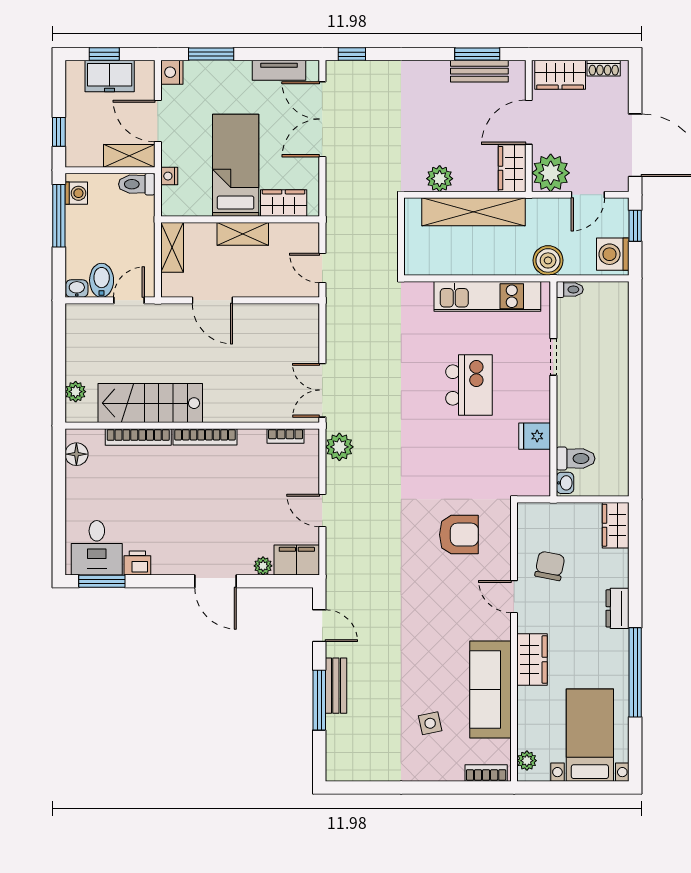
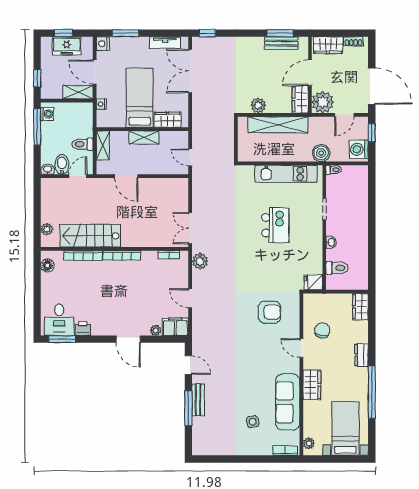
toilet: (137, 184) -> (82, 144), moved
fridge: (535, 436) -> (313, 282), moved
washbasin: (565, 483) -> (331, 242), moved

